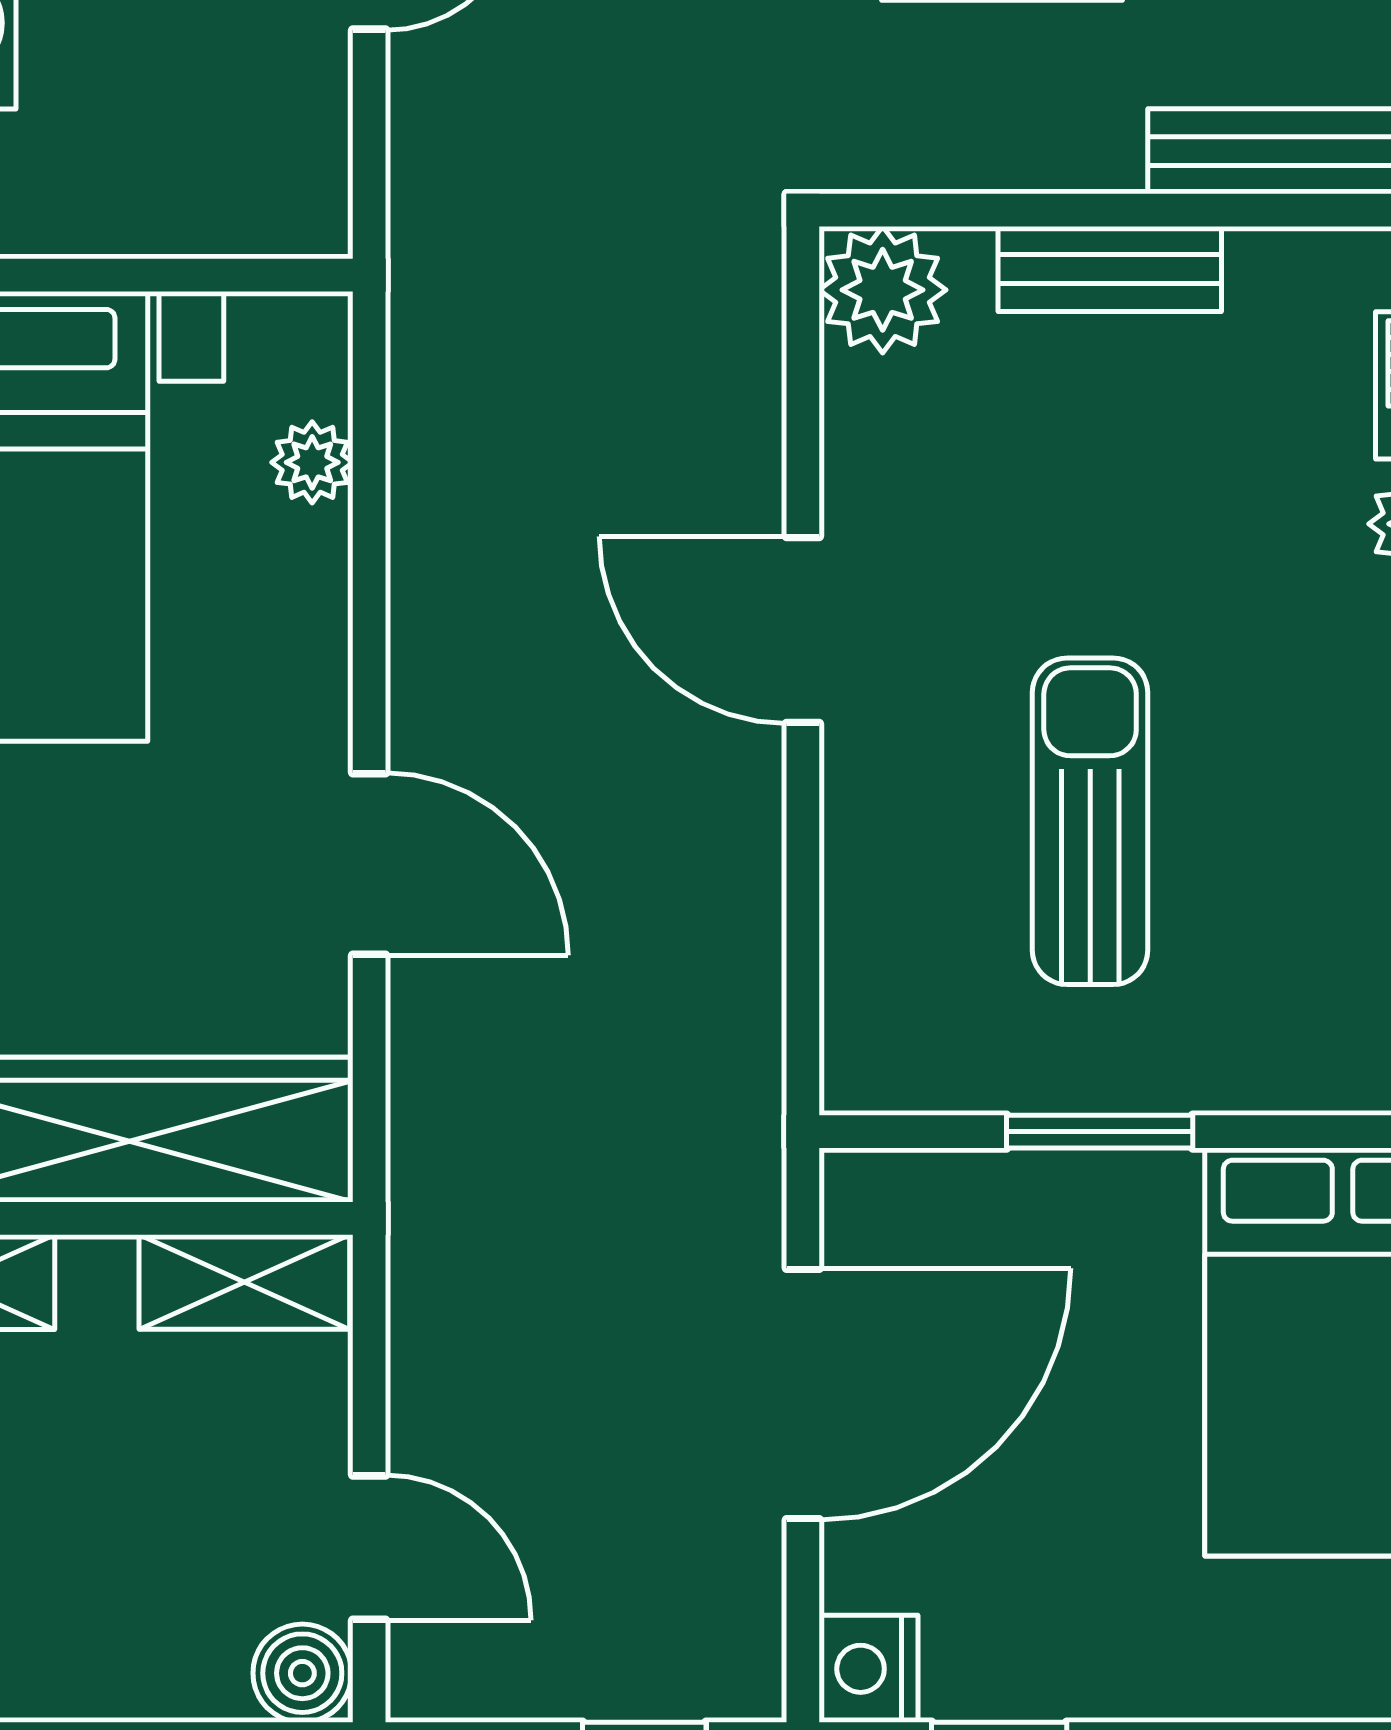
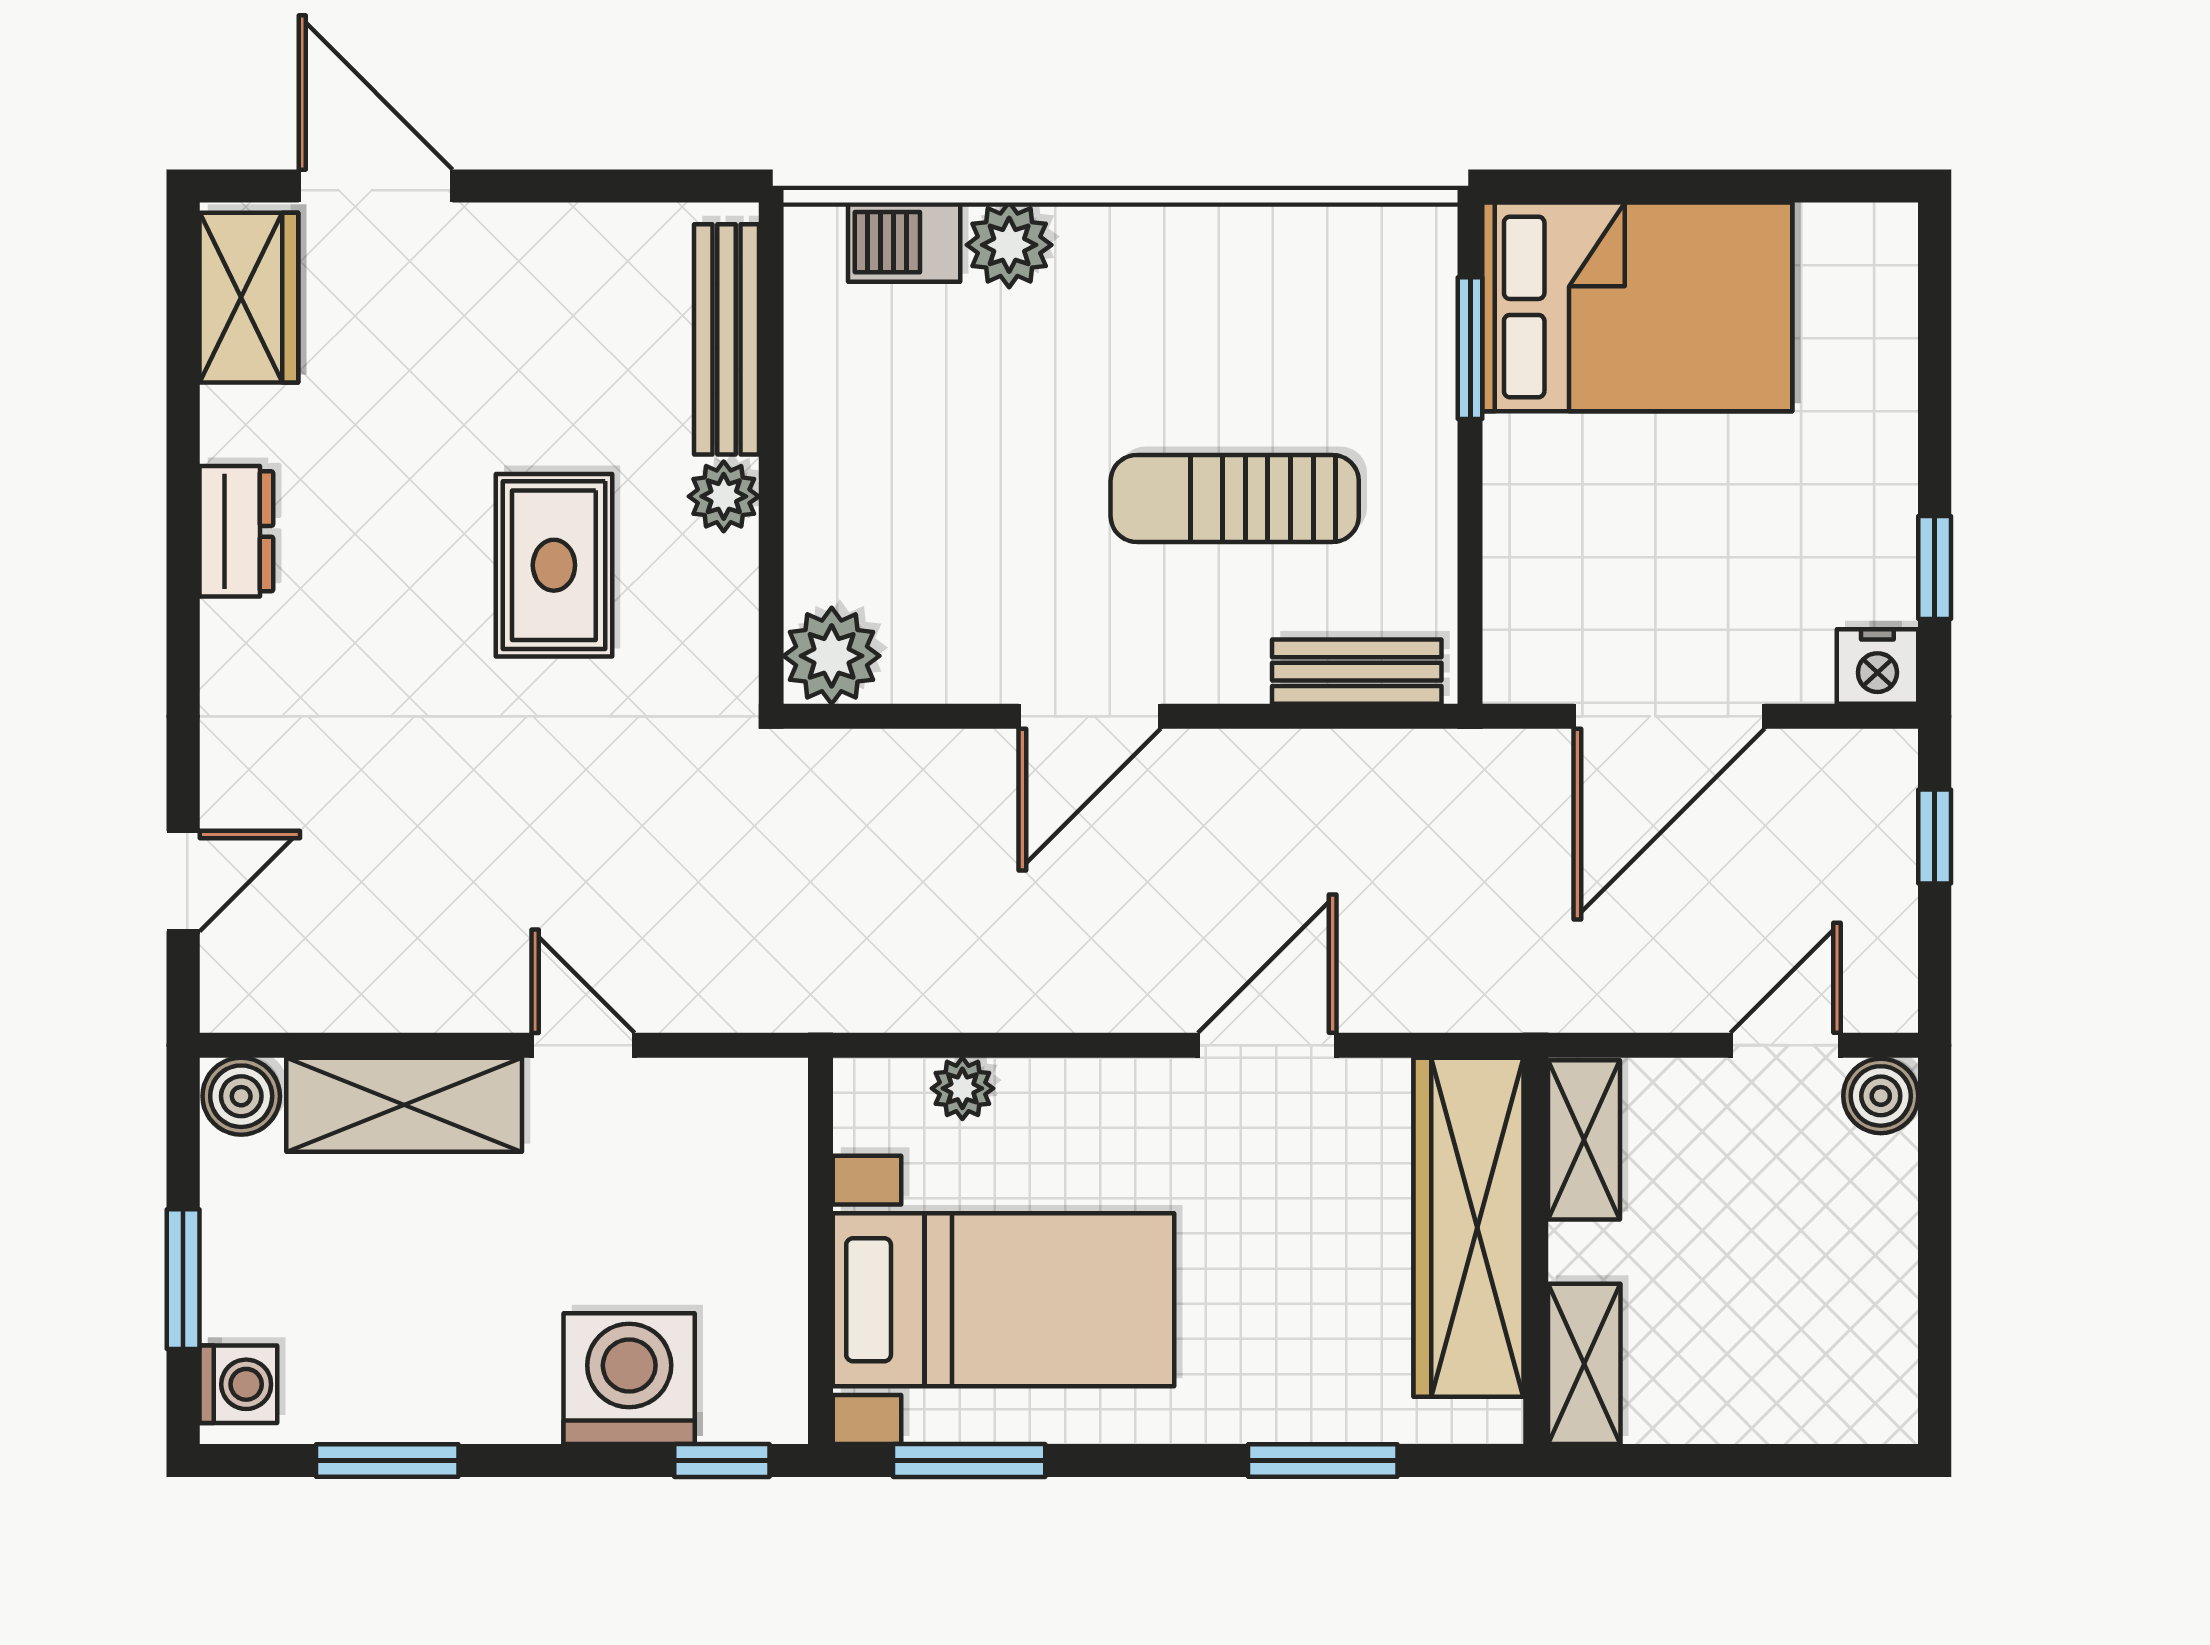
plant: (1093, 148) -> (724, 496), added
bench: (1110, 269) -> (1357, 672), moved, turned 90
window: (1100, 1132) -> (1470, 348), moved
door: (803, 1394) -> (1669, 716), swing flipped

